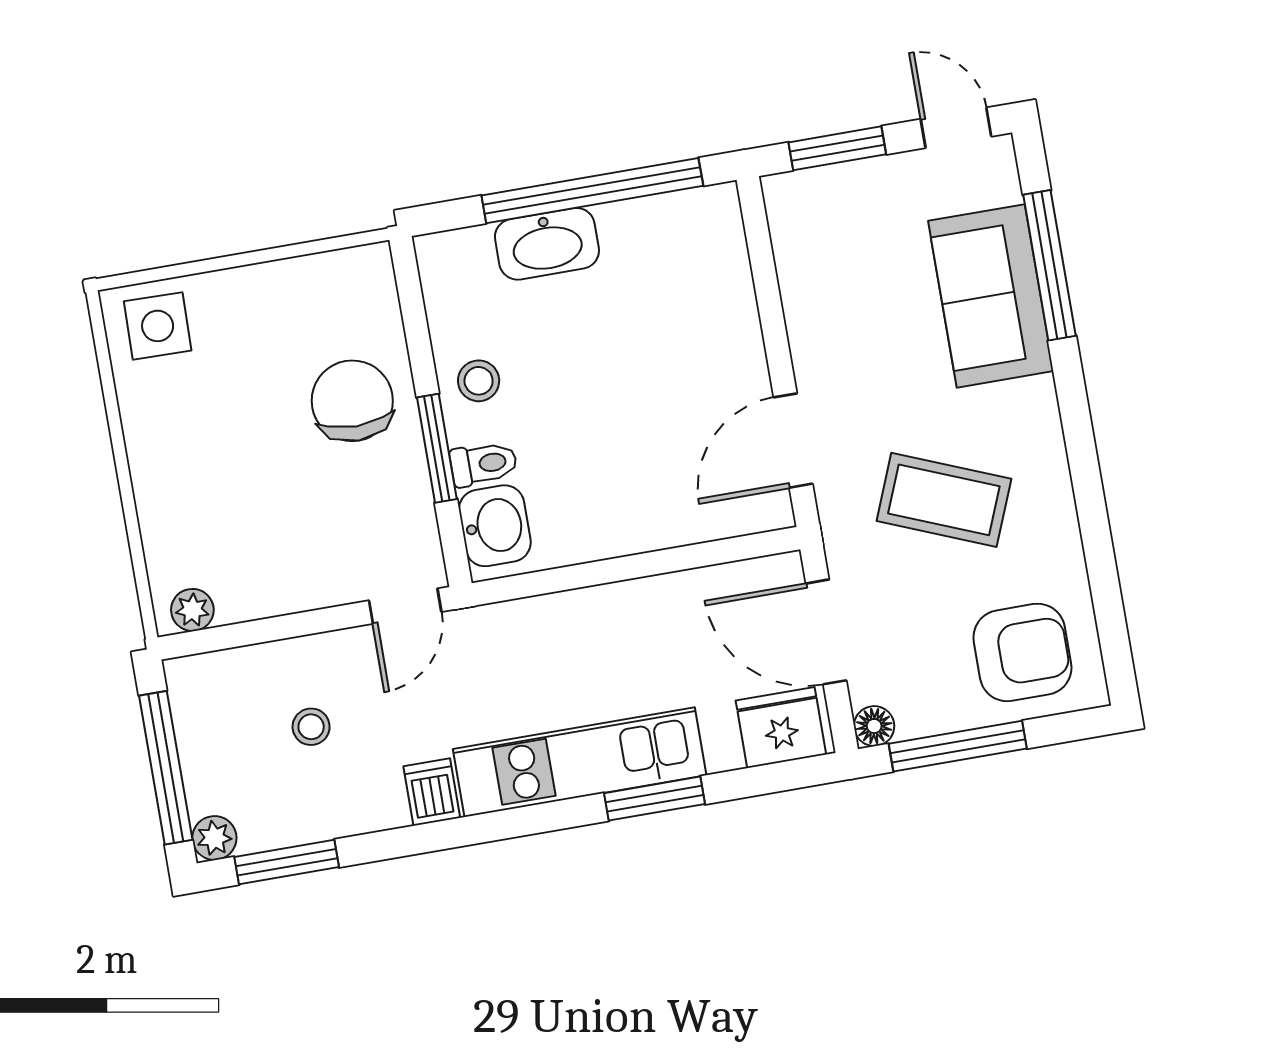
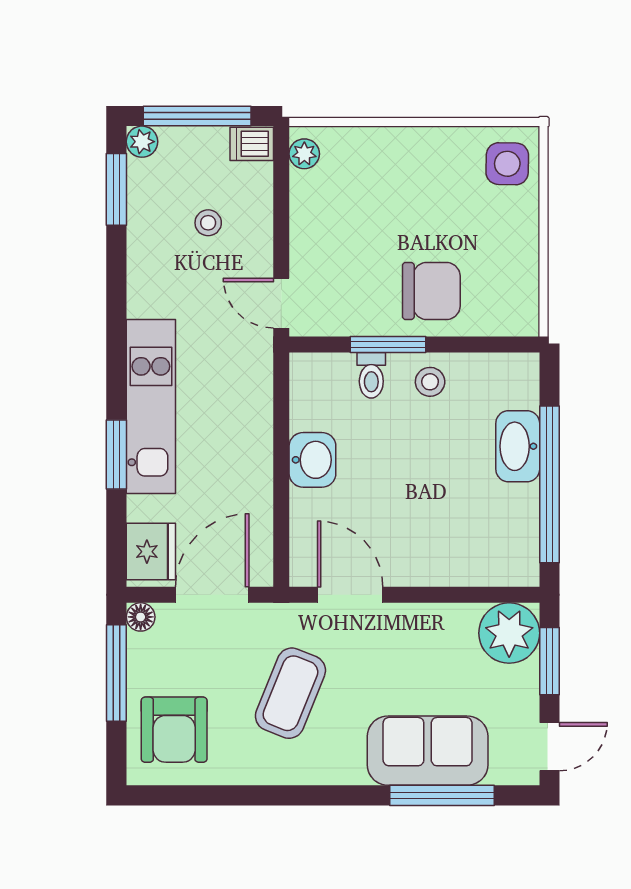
plant: (808, 211) -> (509, 633), added
washbasin: (495, 526) -> (312, 460), moved, turned -90
dishwasher: (432, 792) -> (252, 144), moved, turned 180

